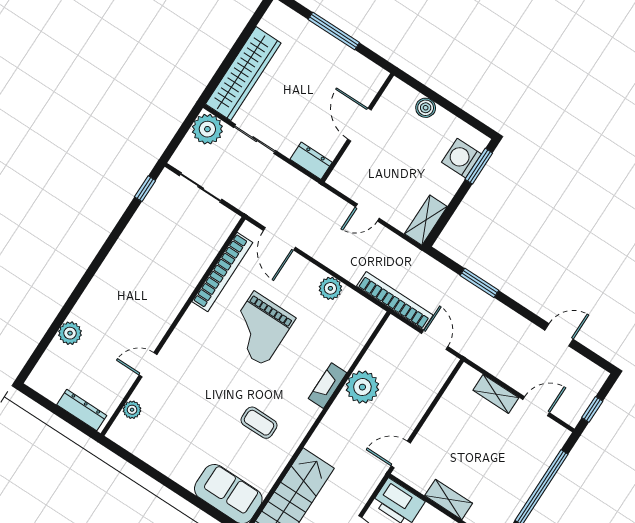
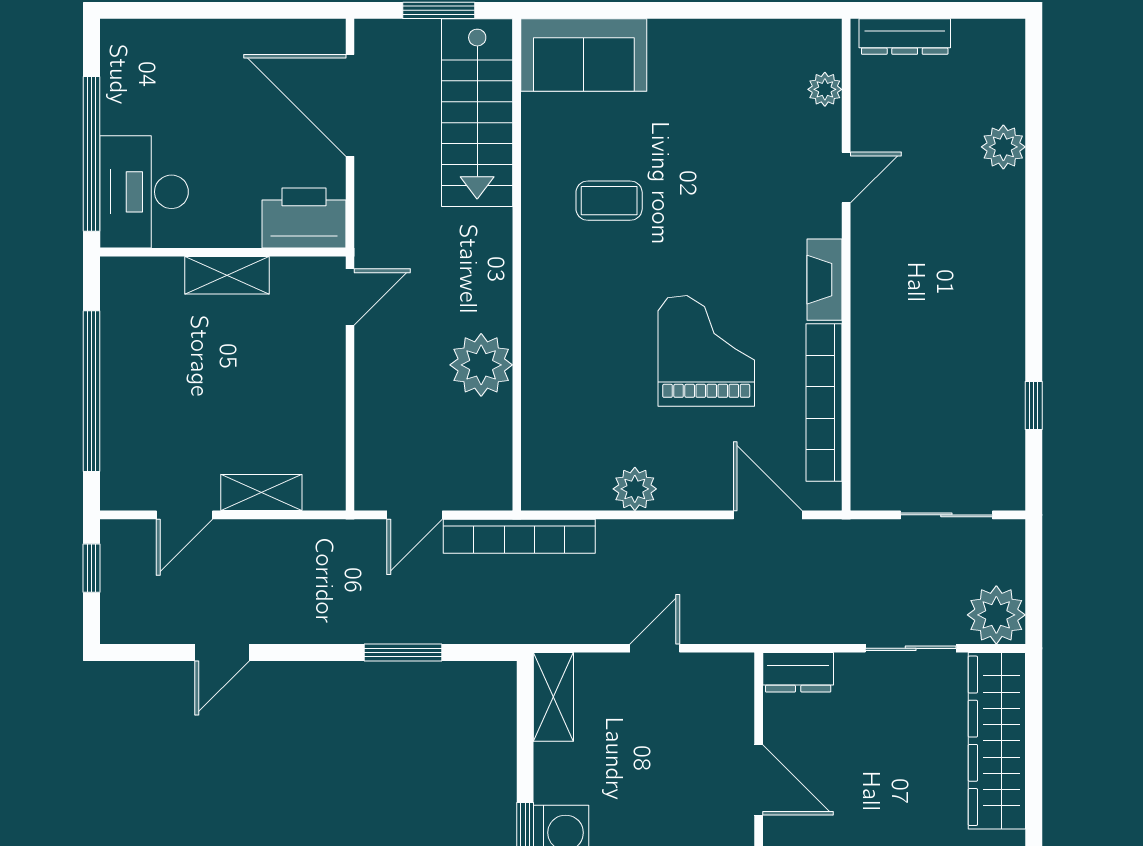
window: (145, 189) -> (1034, 405), moved
door: (435, 340) -> (415, 515), hinge flipped
fireplace: (327, 386) -> (825, 280), moved, turned 180

